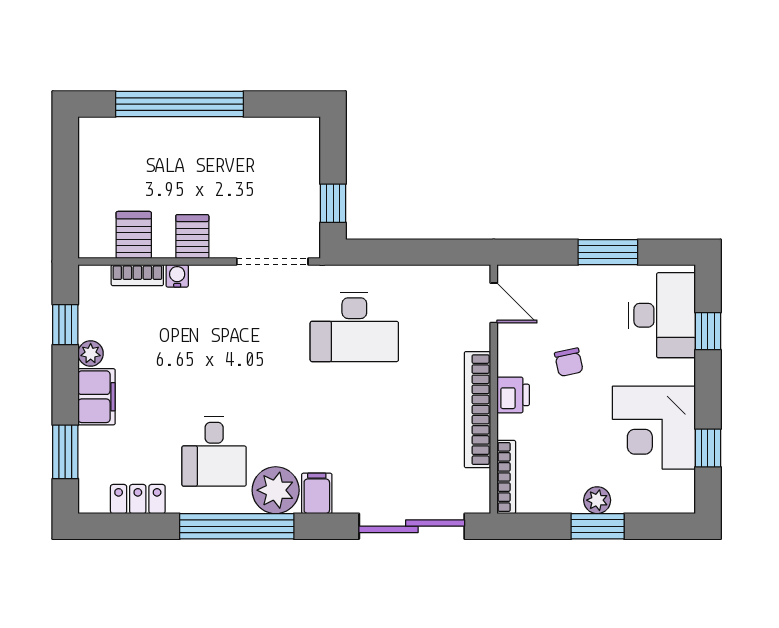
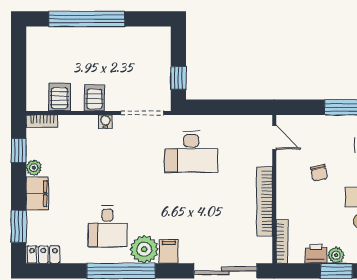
bookcase: (137, 275) -> (42, 121), moved
water cooler: (177, 276) -> (105, 121), moved
printer: (513, 395) -> (316, 254), moved, turned -90
locker: (138, 499) -> (43, 255), moved

